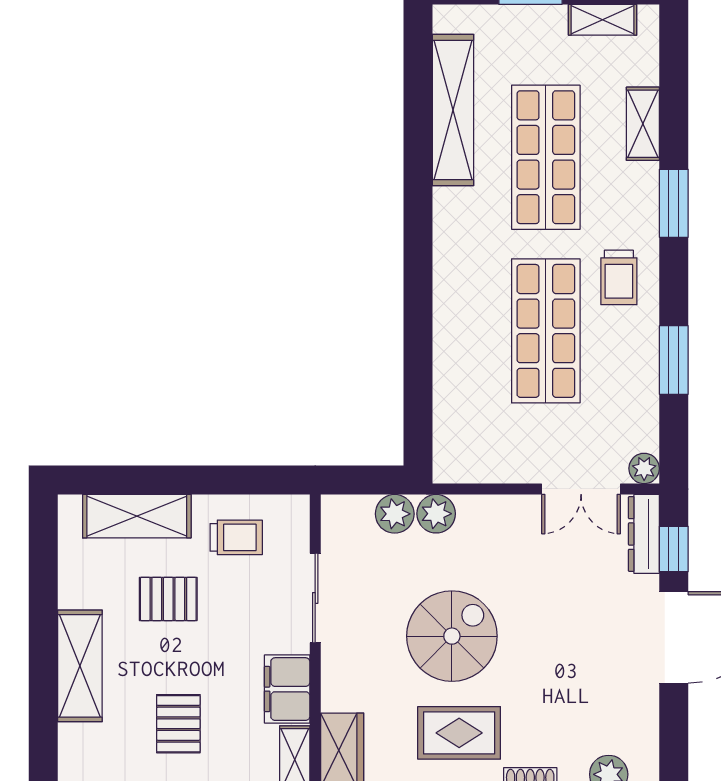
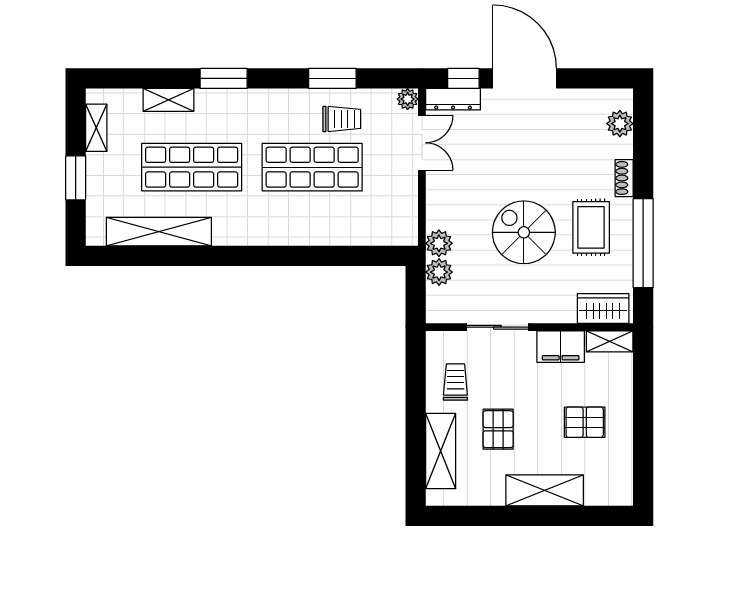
trolley: (619, 277) -> (342, 119), moved

